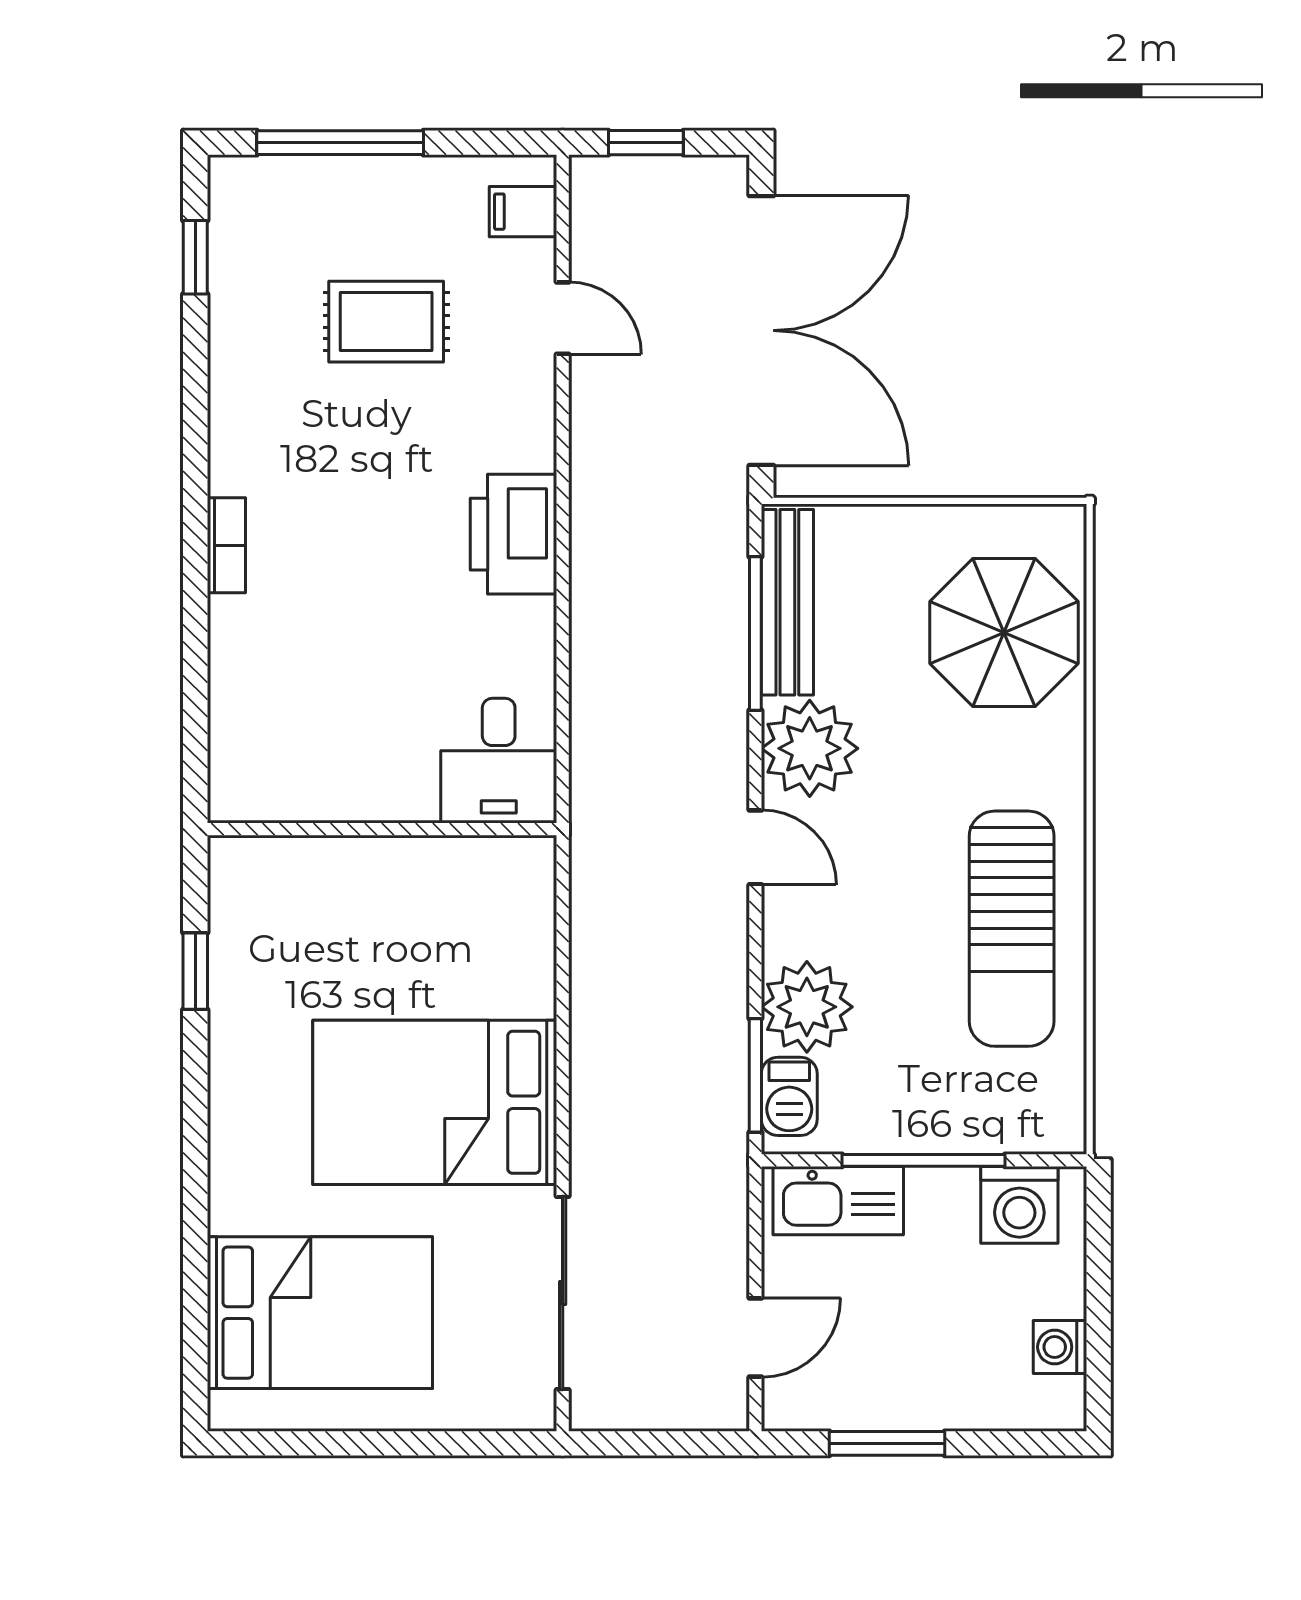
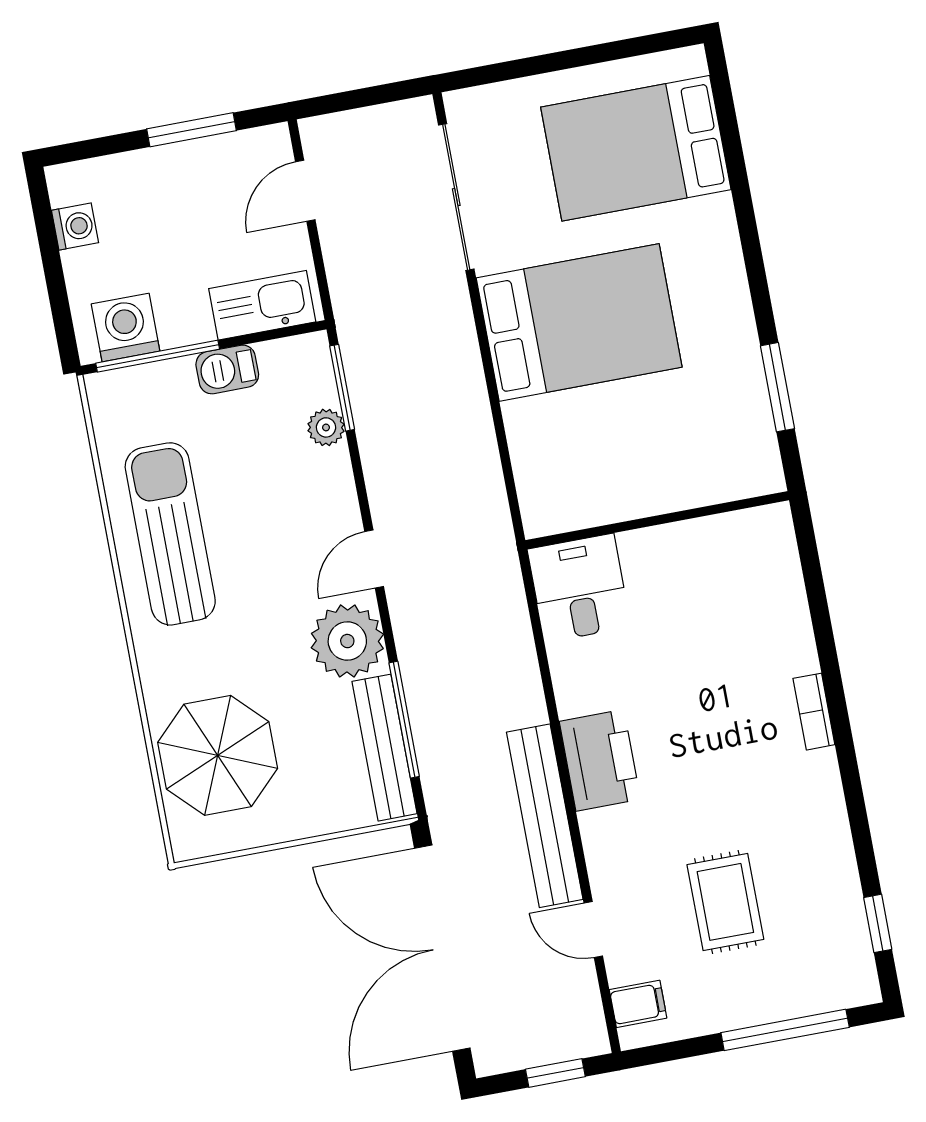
rug: (386, 322) -> (725, 902), turned 90
bench: (598, 476) -> (545, 816), added
door: (755, 847) -> (374, 559), hinge flipped
window: (195, 971) -> (777, 387), width x1.50
plant: (807, 1007) -> (326, 427), width x0.53, depth x0.53
barbecue: (789, 1096) -> (227, 369), moved, turned -90
window: (924, 1160) -> (158, 356), moved

